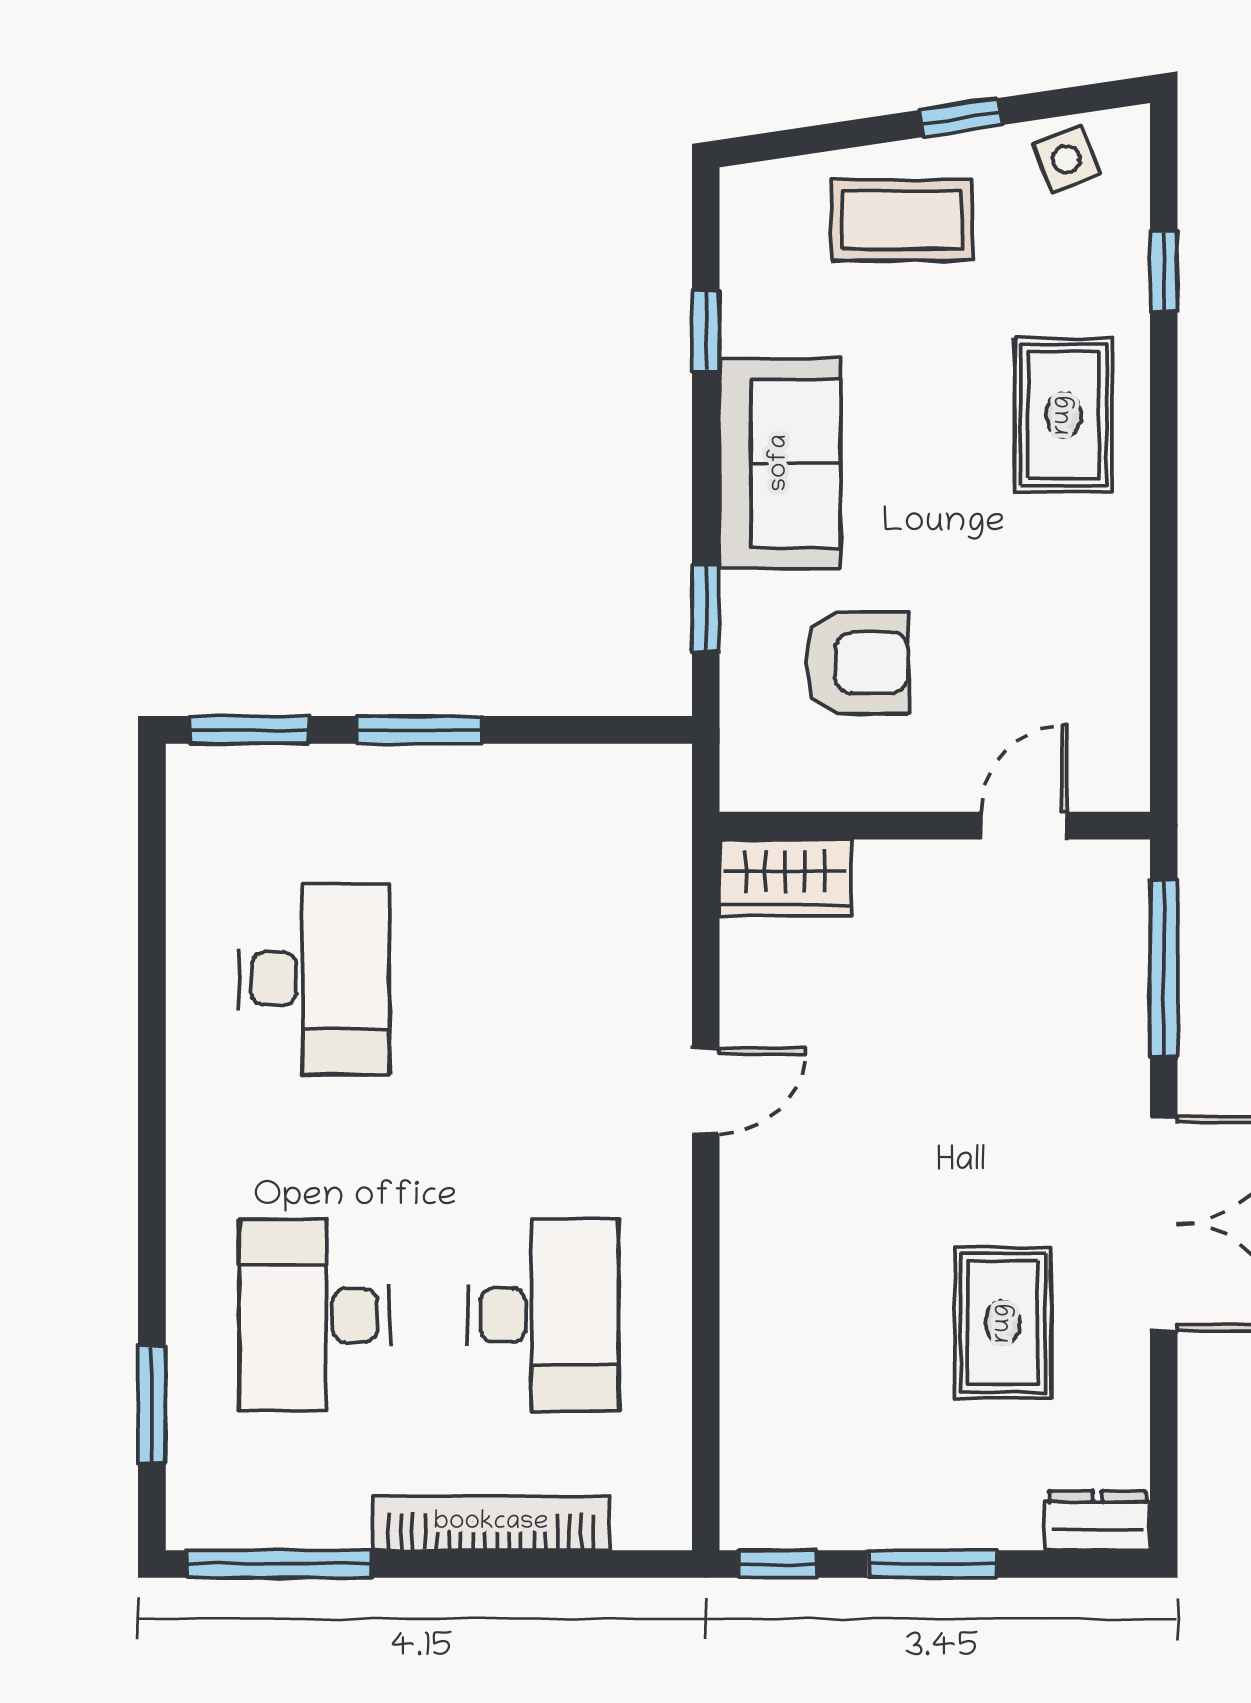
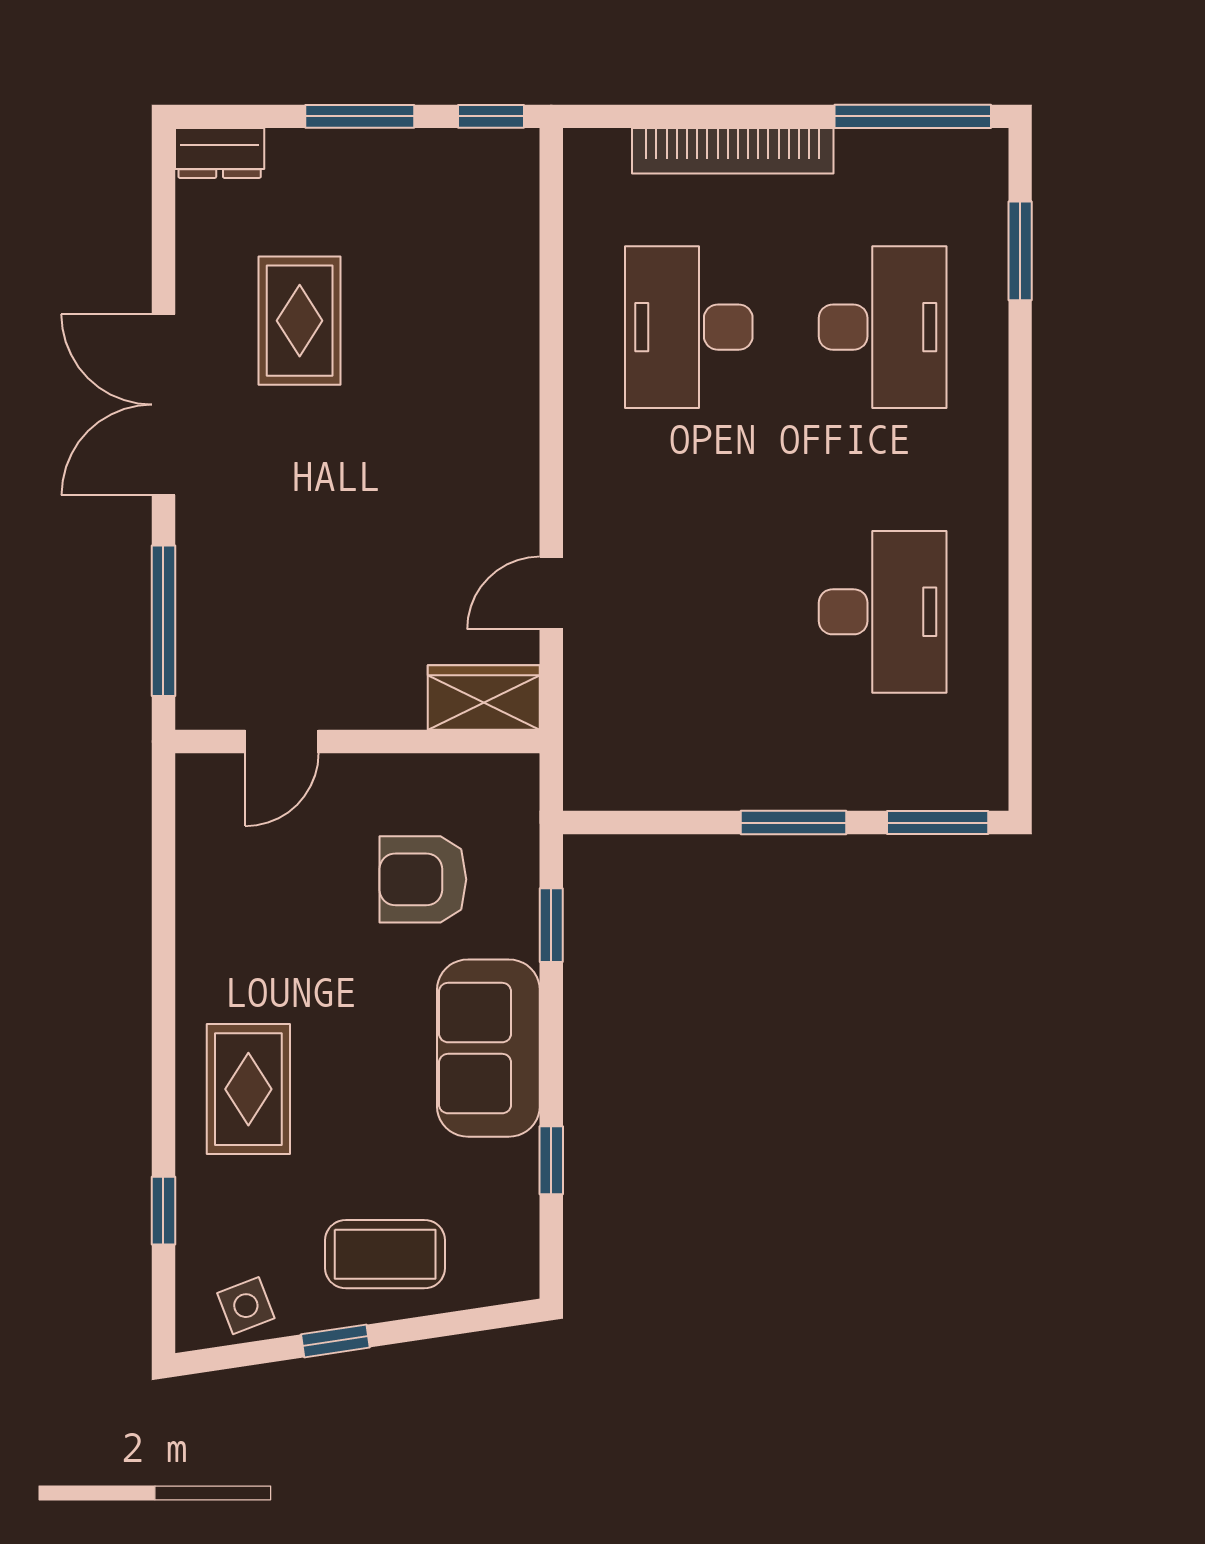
desk: (314, 979) -> (883, 612), turned 180
door: (706, 1091) -> (551, 593), moved

